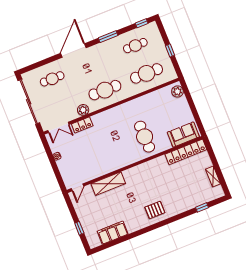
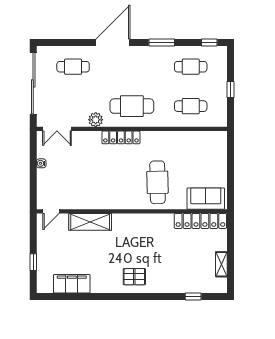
cafe table: (147, 73) -> (191, 106), width x0.73, depth x0.74
plant: (177, 91) -> (220, 143), removed
locker: (82, 125) -> (121, 137), moved, width x1.53

